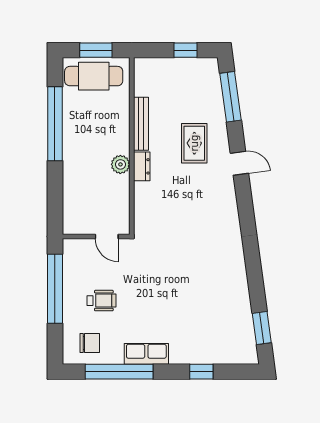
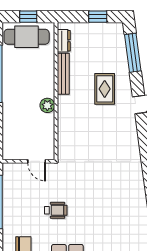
window: (96, 50) -> (28, 17), width x0.67
dresser: (142, 166) -> (64, 41), moved
wheelchair: (102, 301) -> (56, 210), moved

